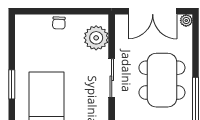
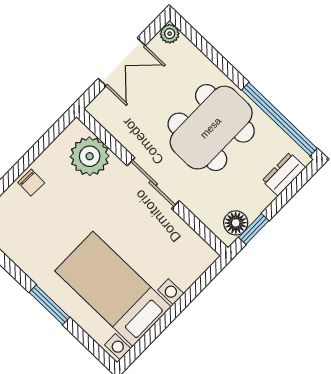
double door: (153, 11) -> (122, 62), width x0.73
dining table: (162, 80) -> (211, 128), turned 90

